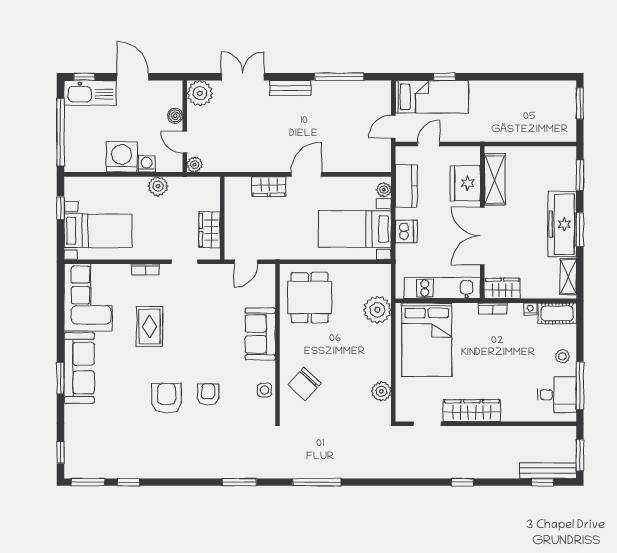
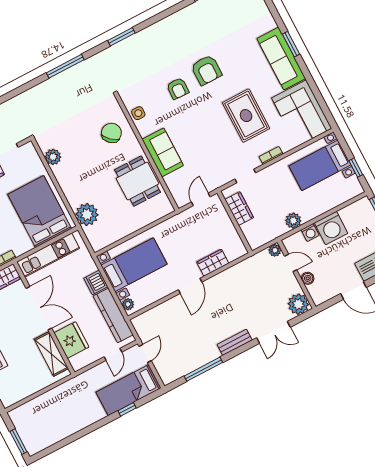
kitchen counter: (406, 186) -> (113, 315), width x1.50
dining table: (310, 298) -> (138, 181), moved
rug: (150, 326) -> (246, 116), width x1.36, depth x1.43

